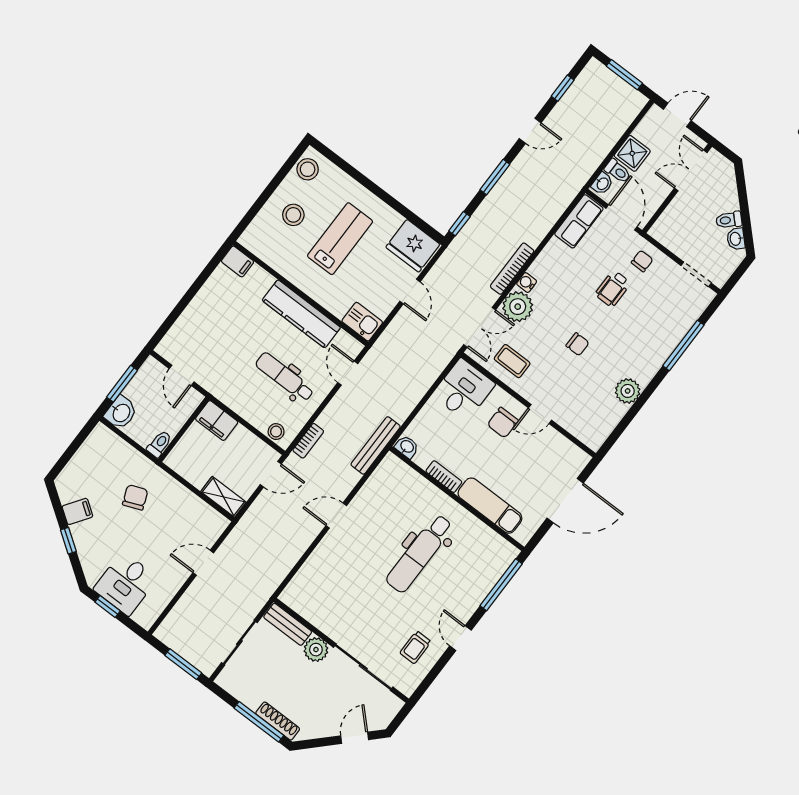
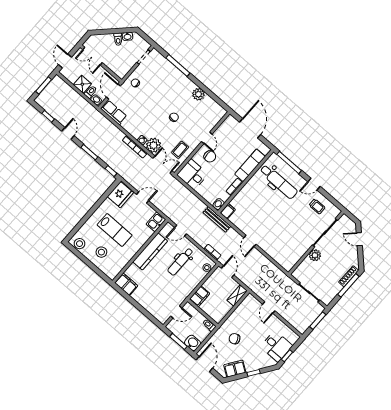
door: (622, 217) -> (113, 92), hinge flipped
lab bench: (340, 239) -> (115, 230), turned 180
filing cabinet: (238, 261) -> (126, 284), width x2.00
wheelchair: (613, 289) -> (148, 98), removed
door: (79, 440) -> (204, 364), added
filing cabinet: (394, 466) -> (228, 211), added
filing cabinet: (77, 511) -> (235, 369), width x2.00
dental chair: (419, 553) -> (279, 182), moved
bench: (288, 624) -> (302, 268), removed

